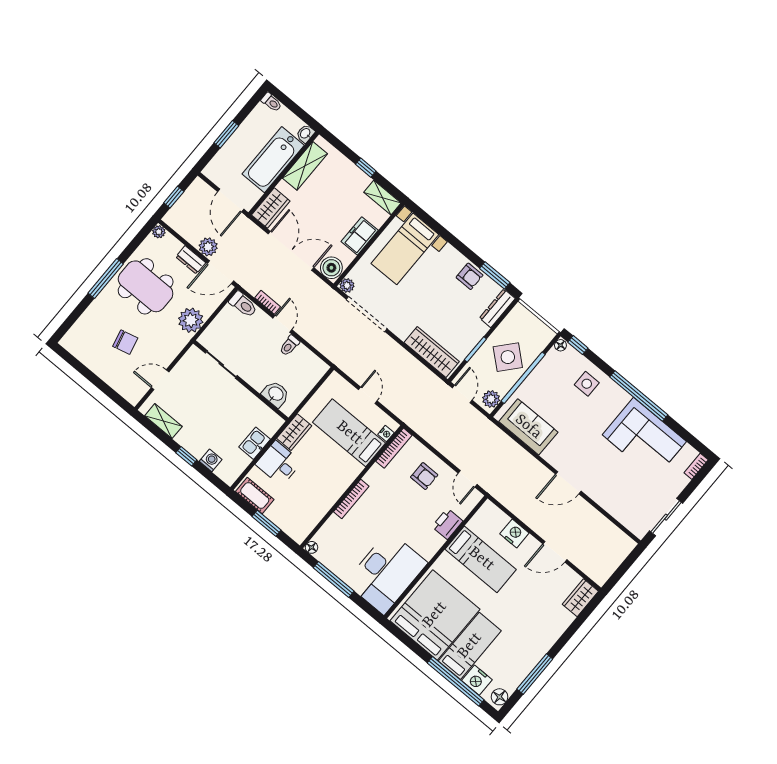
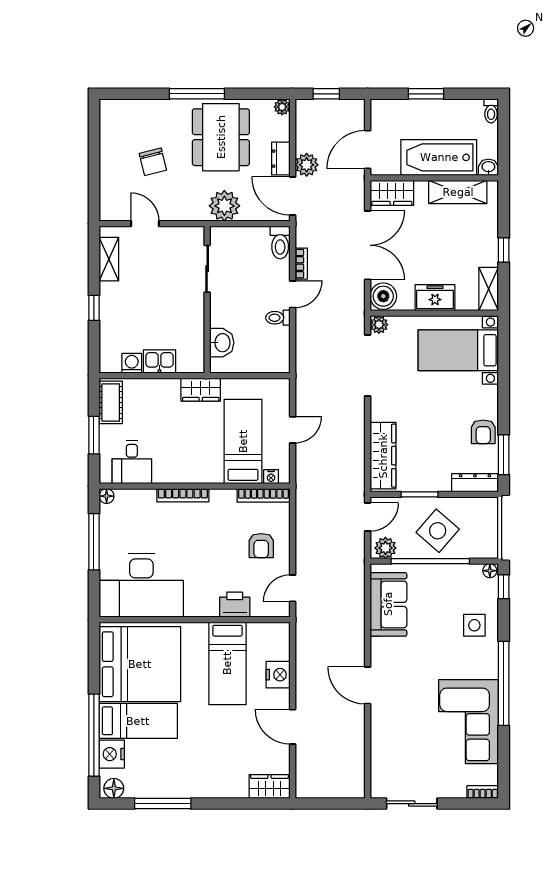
washing machine: (211, 460) -> (132, 363), moved, turned -90
desk: (279, 463) -> (132, 462), moved, turned 180

